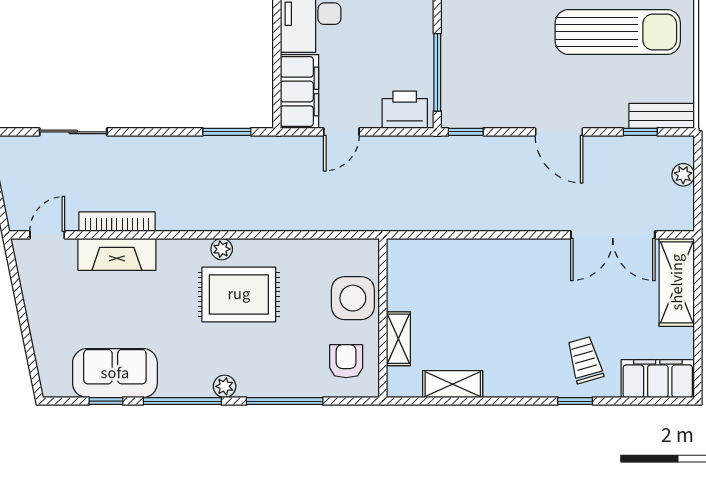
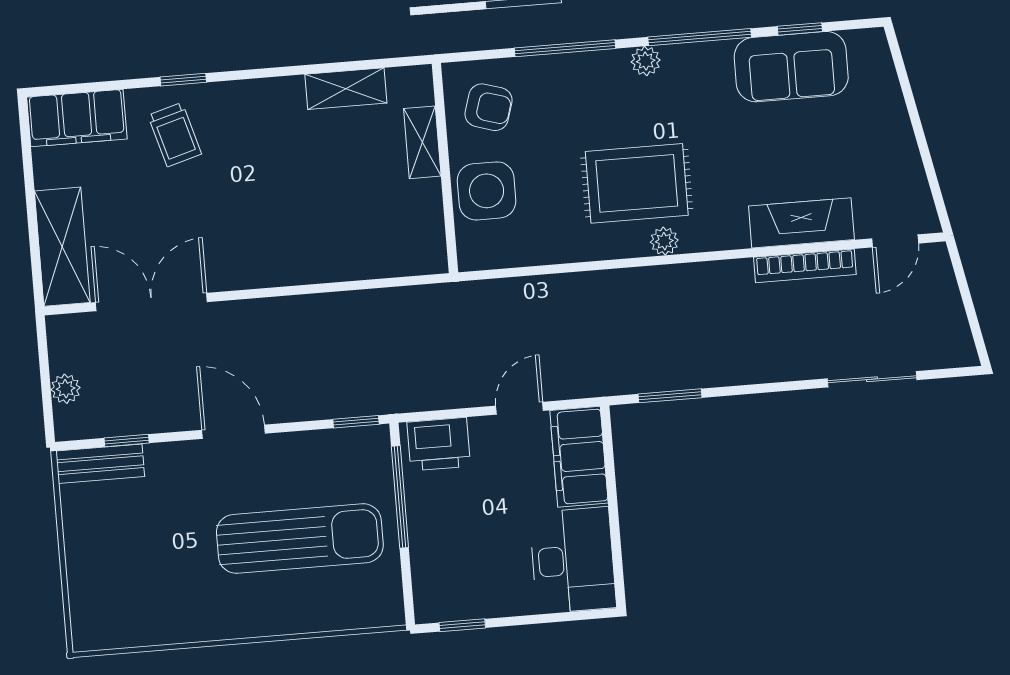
sun lounger: (618, 32) -> (300, 539), moved, turned 180
armchair: (346, 361) -> (489, 107), turned -73

